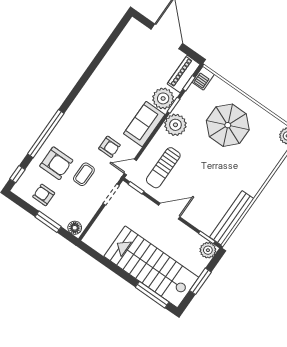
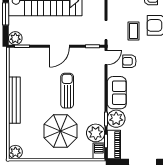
plant: (175, 125) -> (96, 133), moved
sun lounger: (163, 168) -> (67, 91), moved
bench: (232, 218) -> (14, 100), moved

